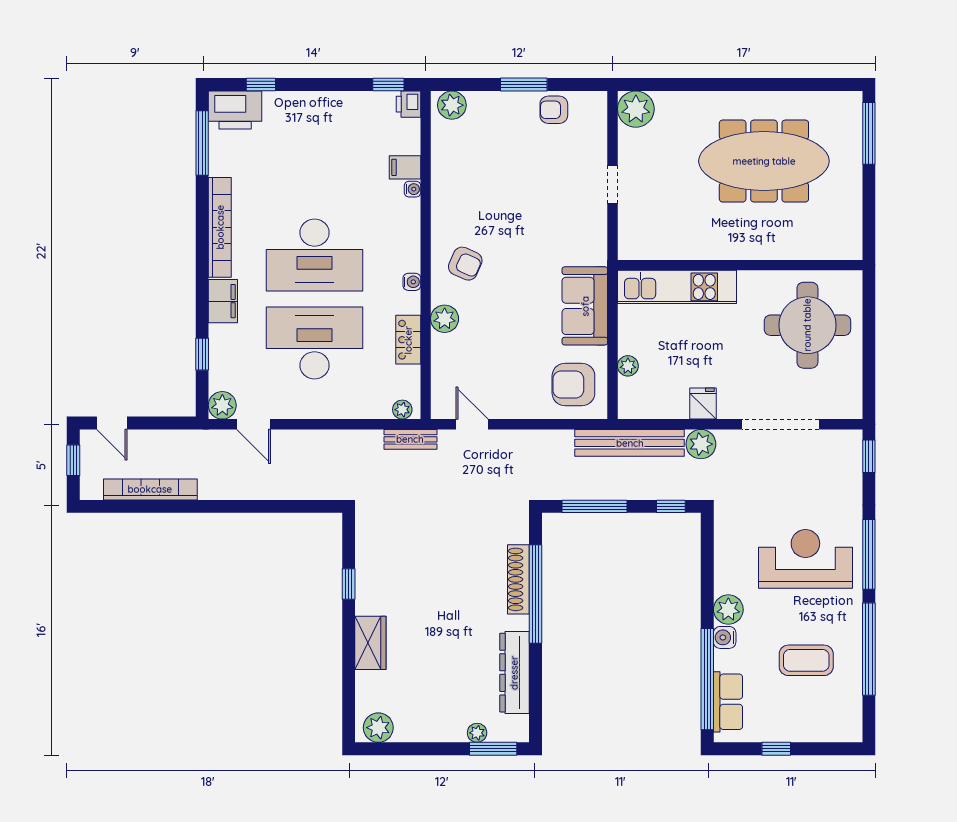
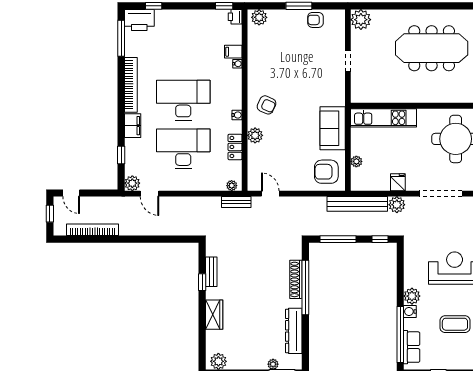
desk: (314, 255) -> (183, 100), turned 180
bench: (365, 565) -> (211, 272), added

